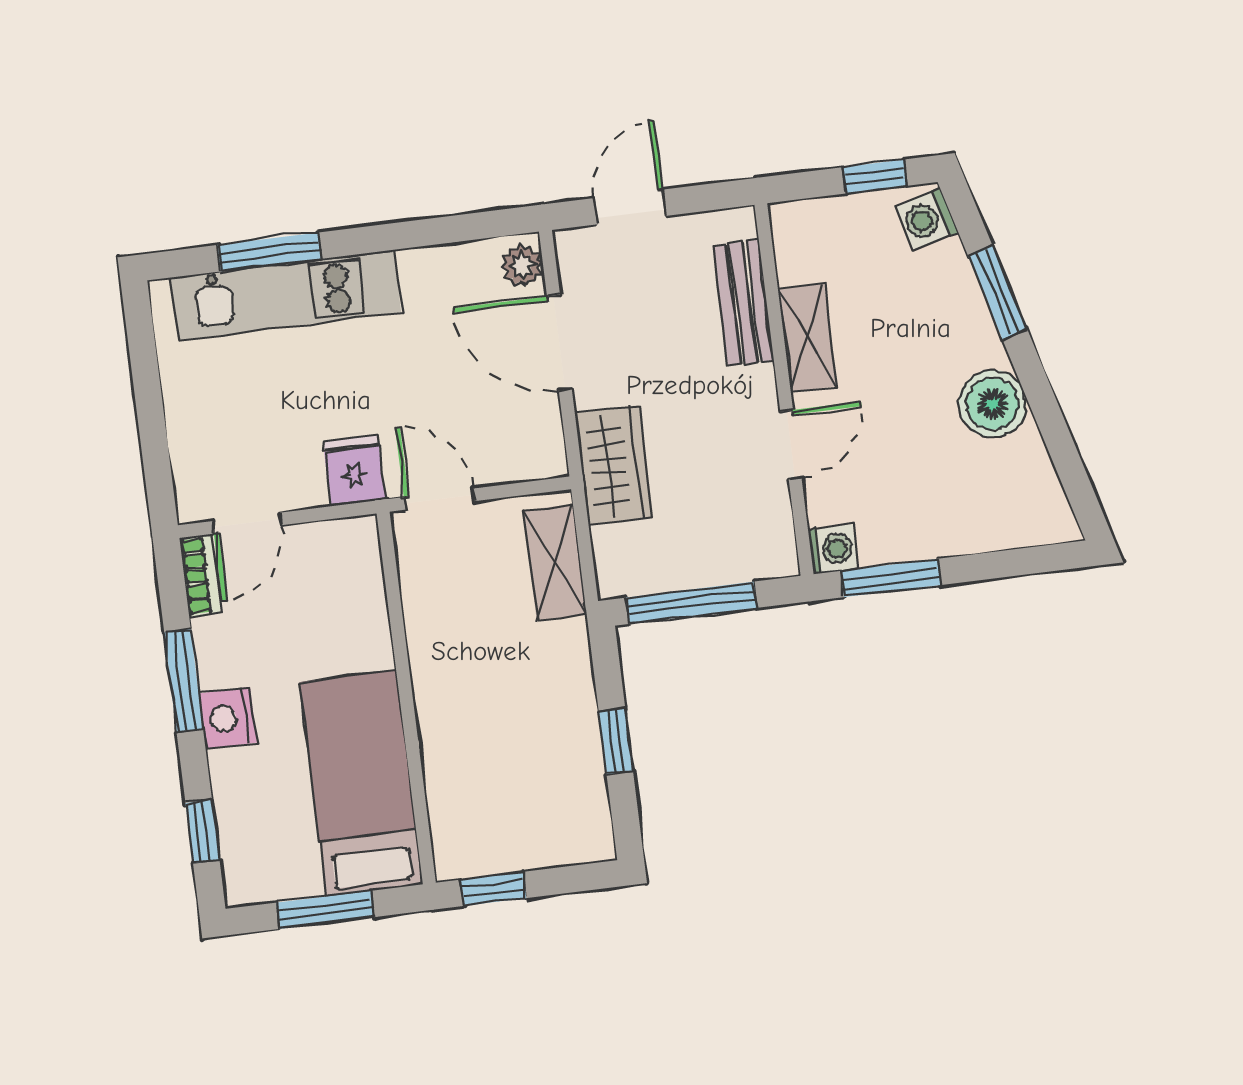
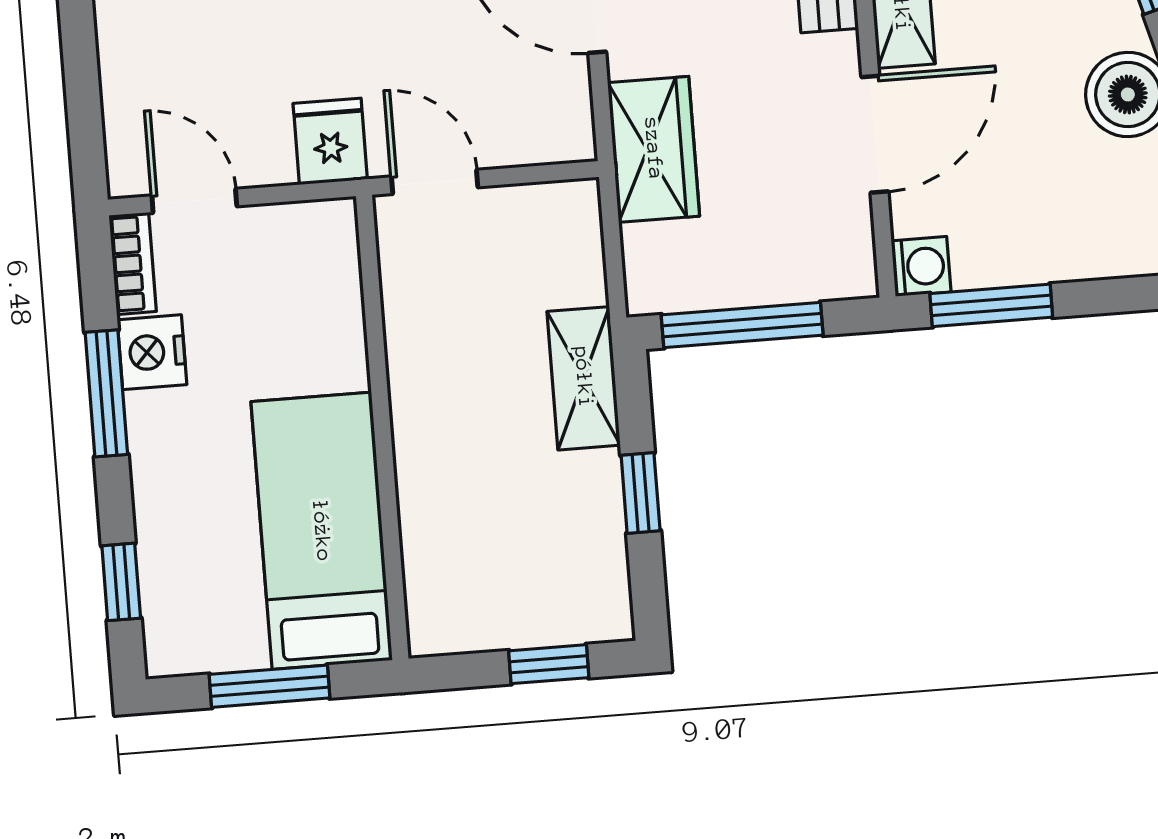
door: (791, 445) -> (875, 134), width x1.37
door: (247, 523) -> (194, 201), swing flipped
shelving: (555, 563) -> (584, 378), moved
nightstand: (228, 718) -> (152, 352), moved
window: (493, 889) -> (549, 664), moved

